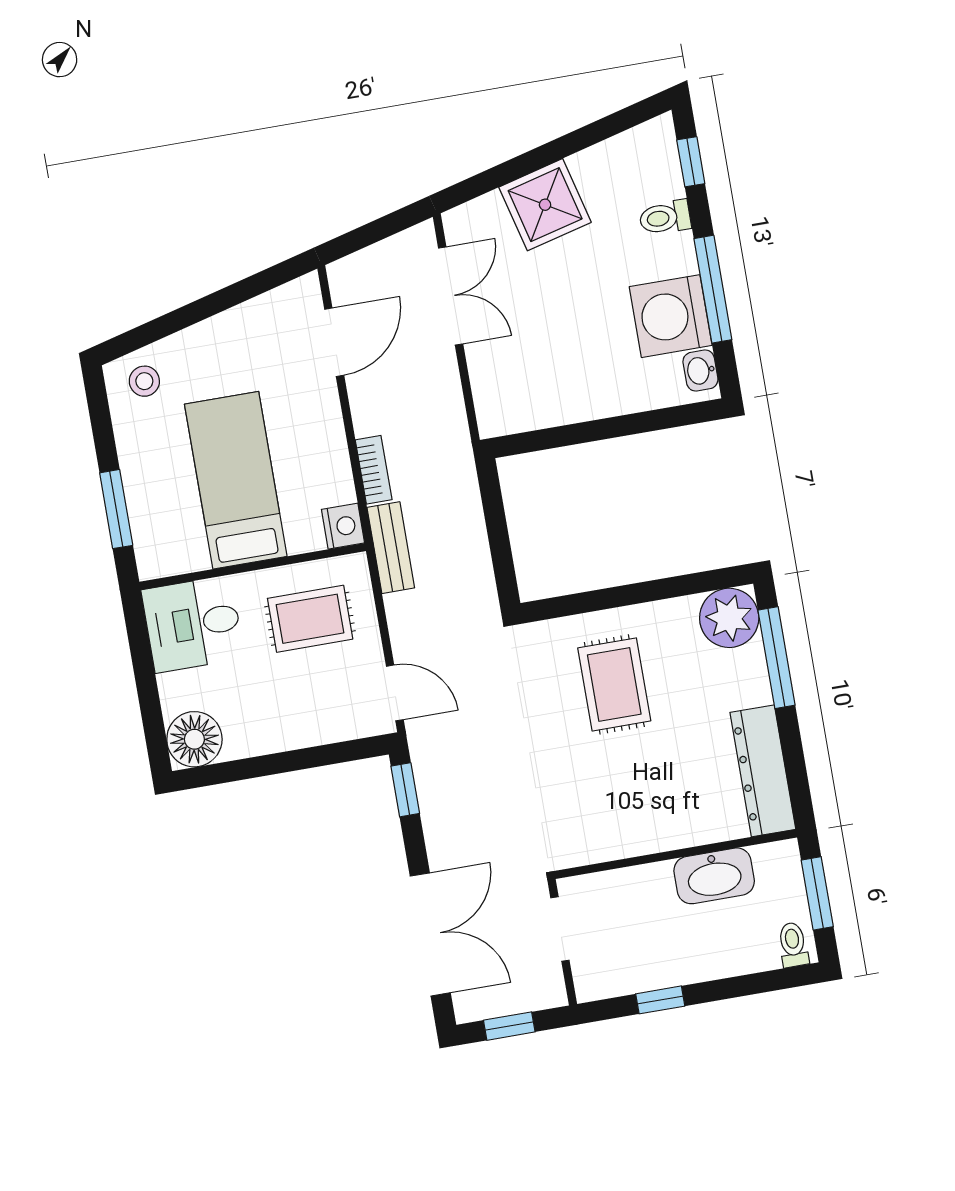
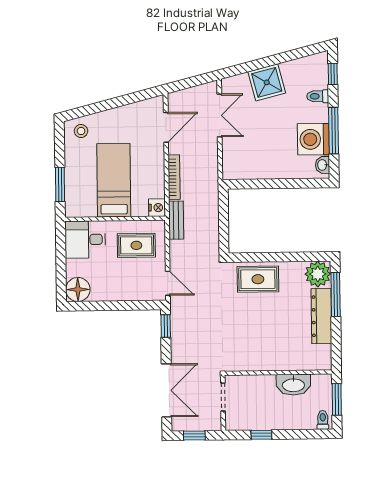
bookcase: (374, 470) -> (174, 177), width x1.56
rug: (614, 684) -> (258, 279), moved, turned 90
dresser: (763, 771) -> (321, 316), moved

